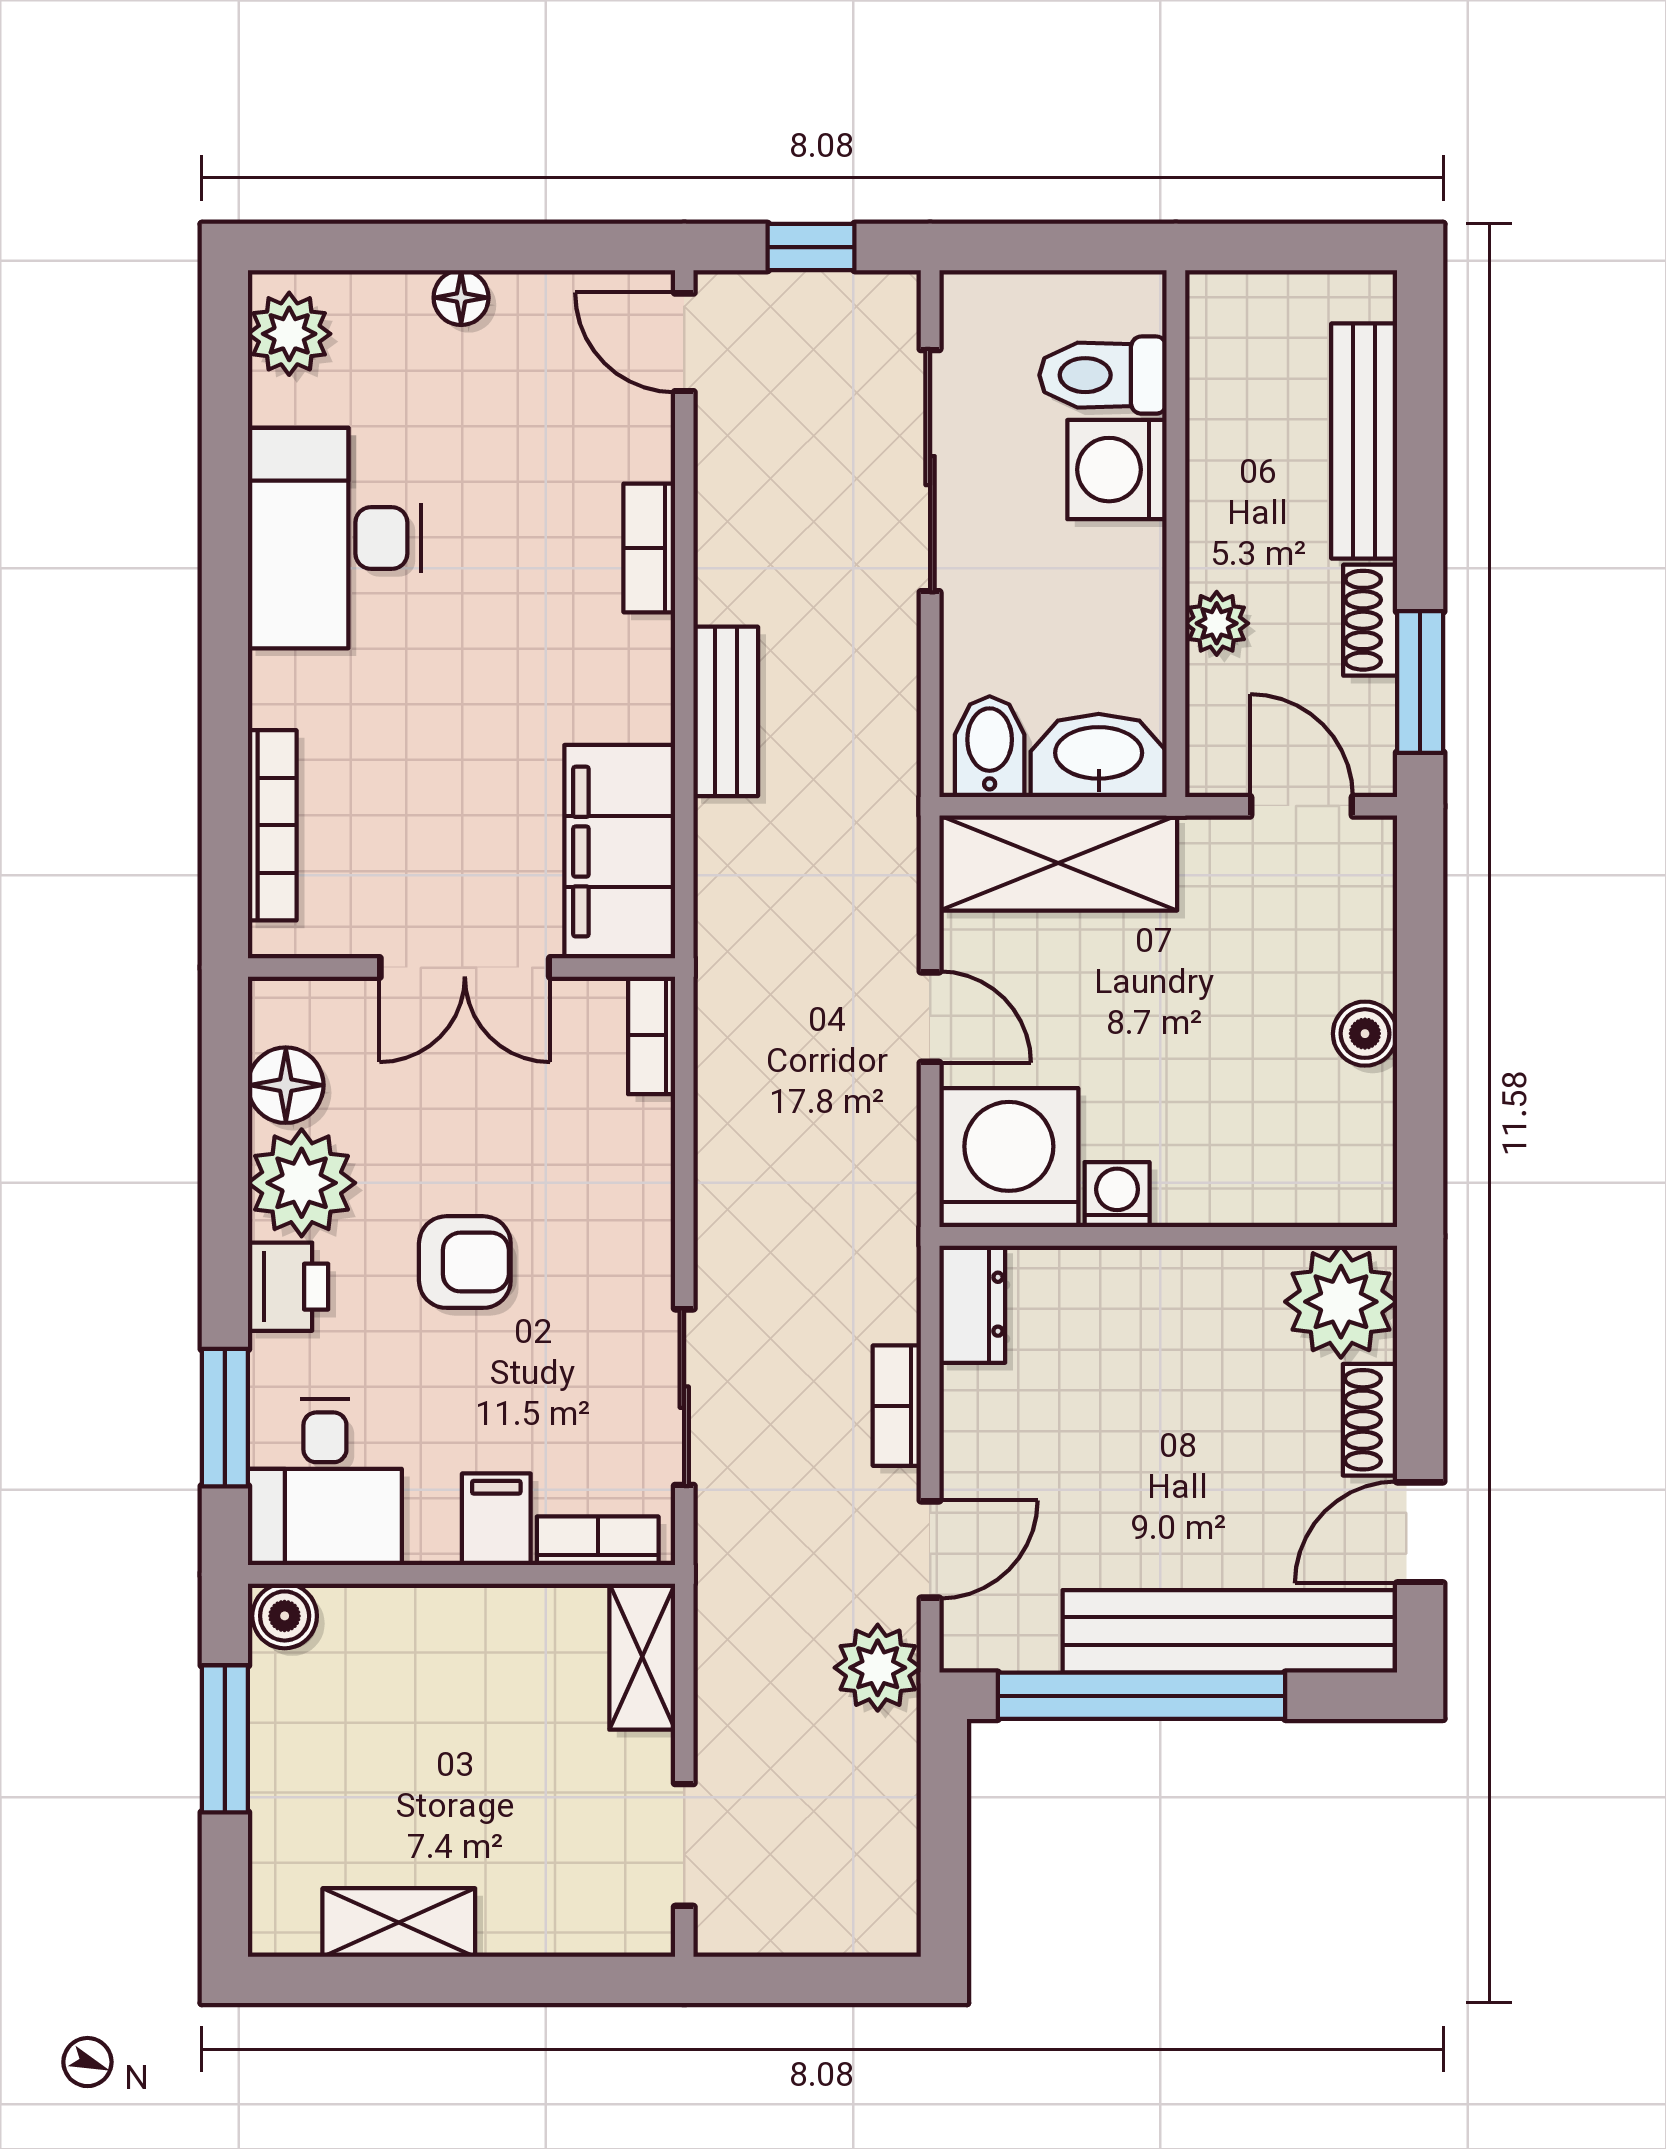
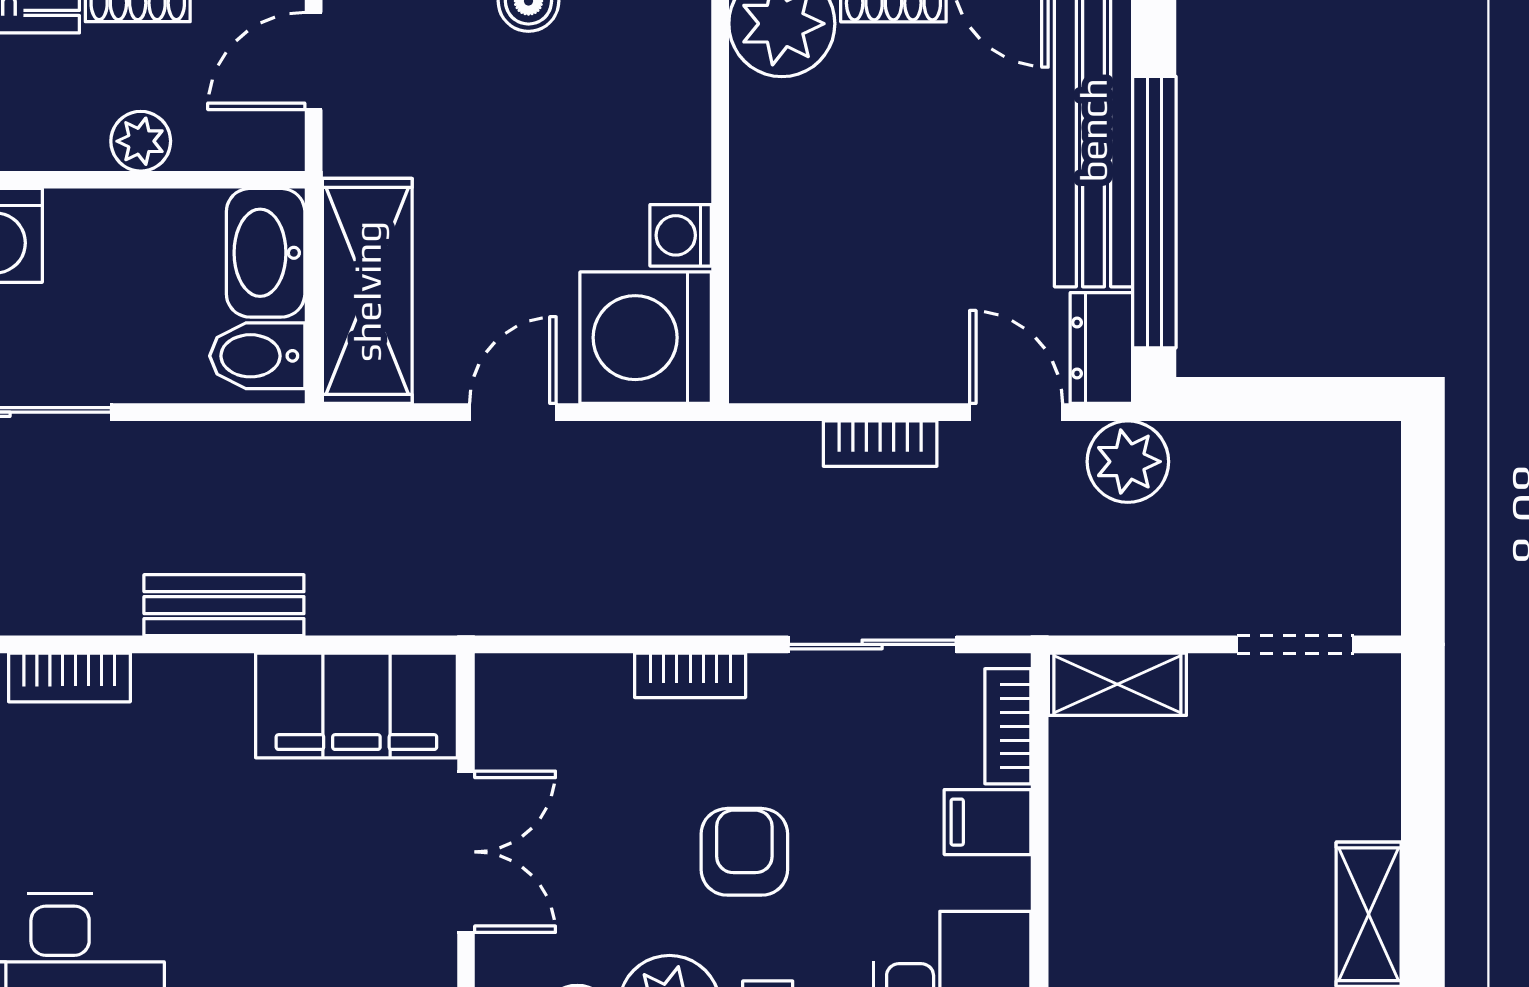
bookcase: (652, 1035) -> (690, 675), moved
dresser: (972, 1304) -> (1101, 348), moved, turned -90

